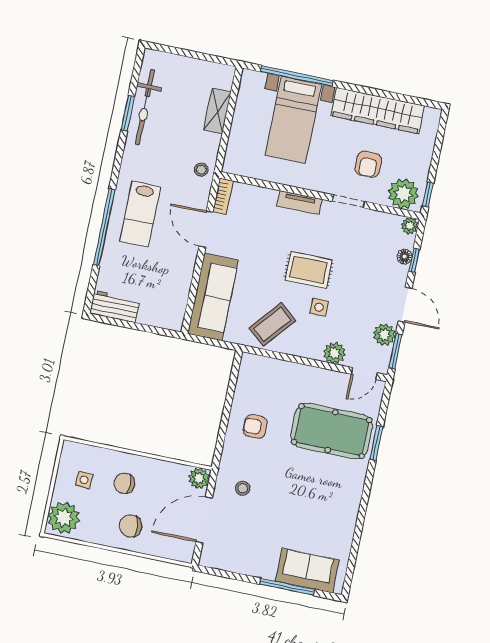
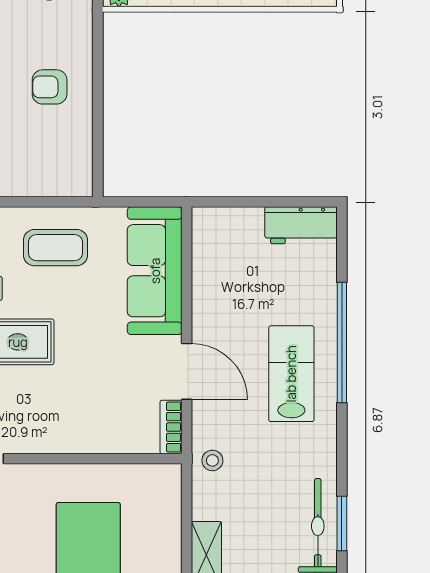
tv unit: (300, 203) -> (53, 441), removed
coffee table: (272, 324) -> (56, 248), turned 50
armchair: (255, 426) -> (50, 87), turned 180

